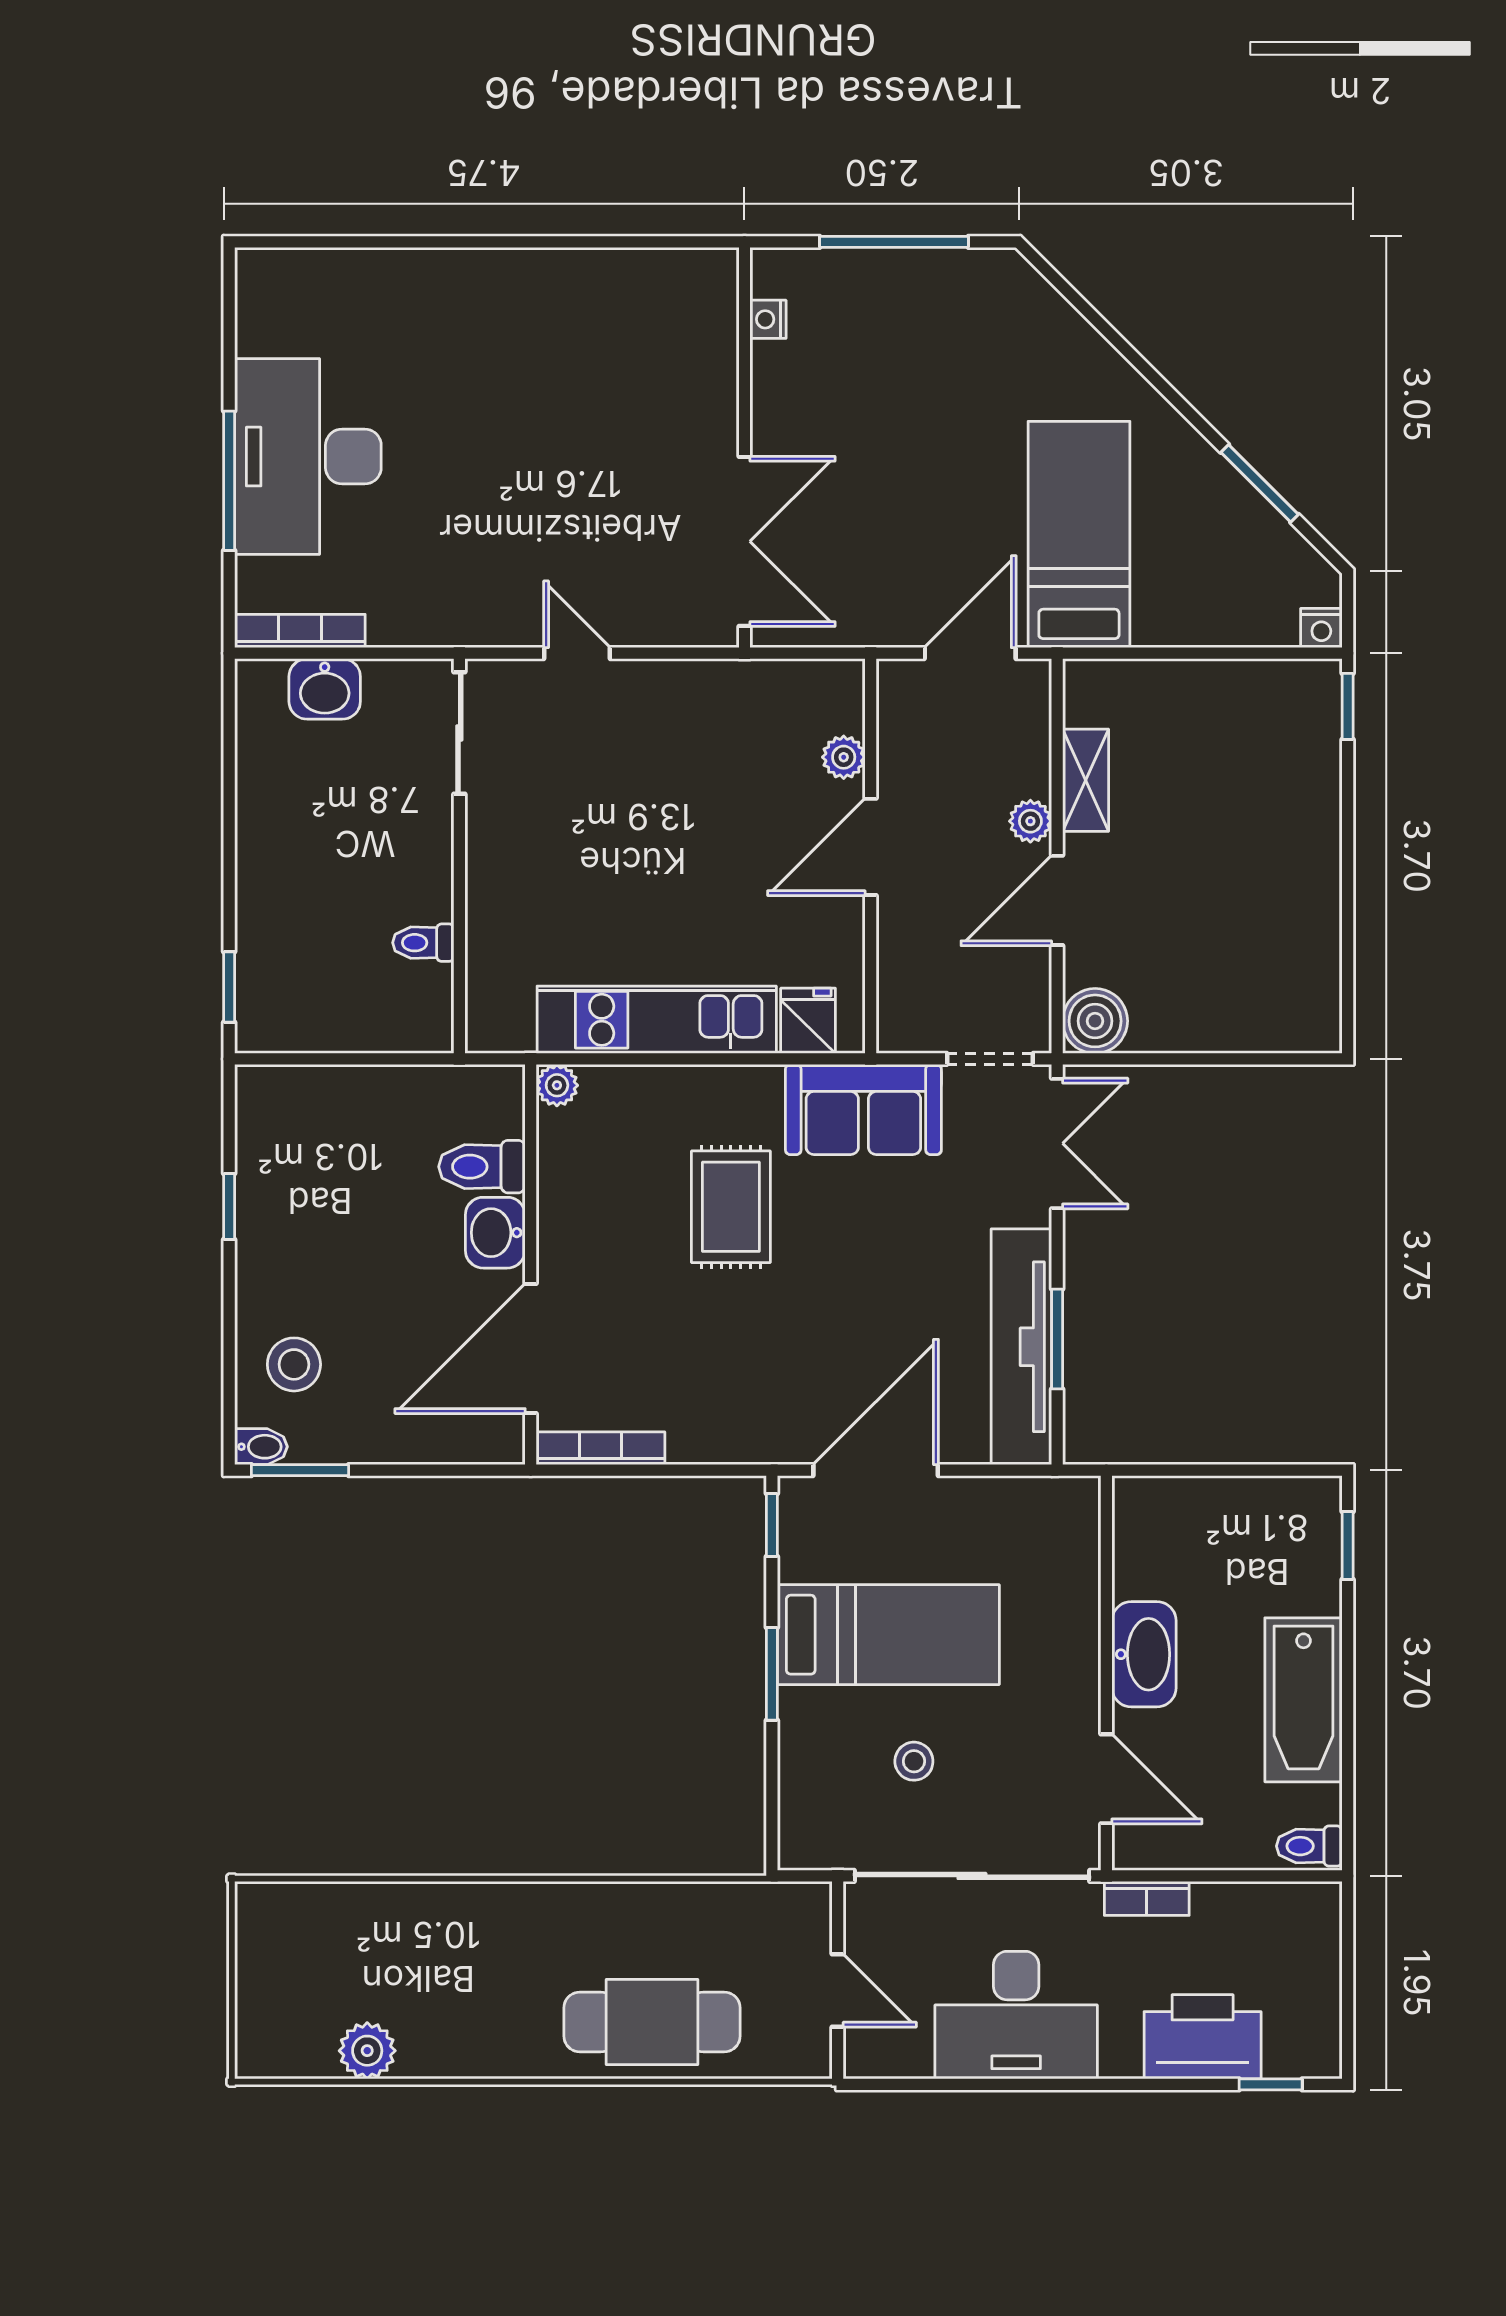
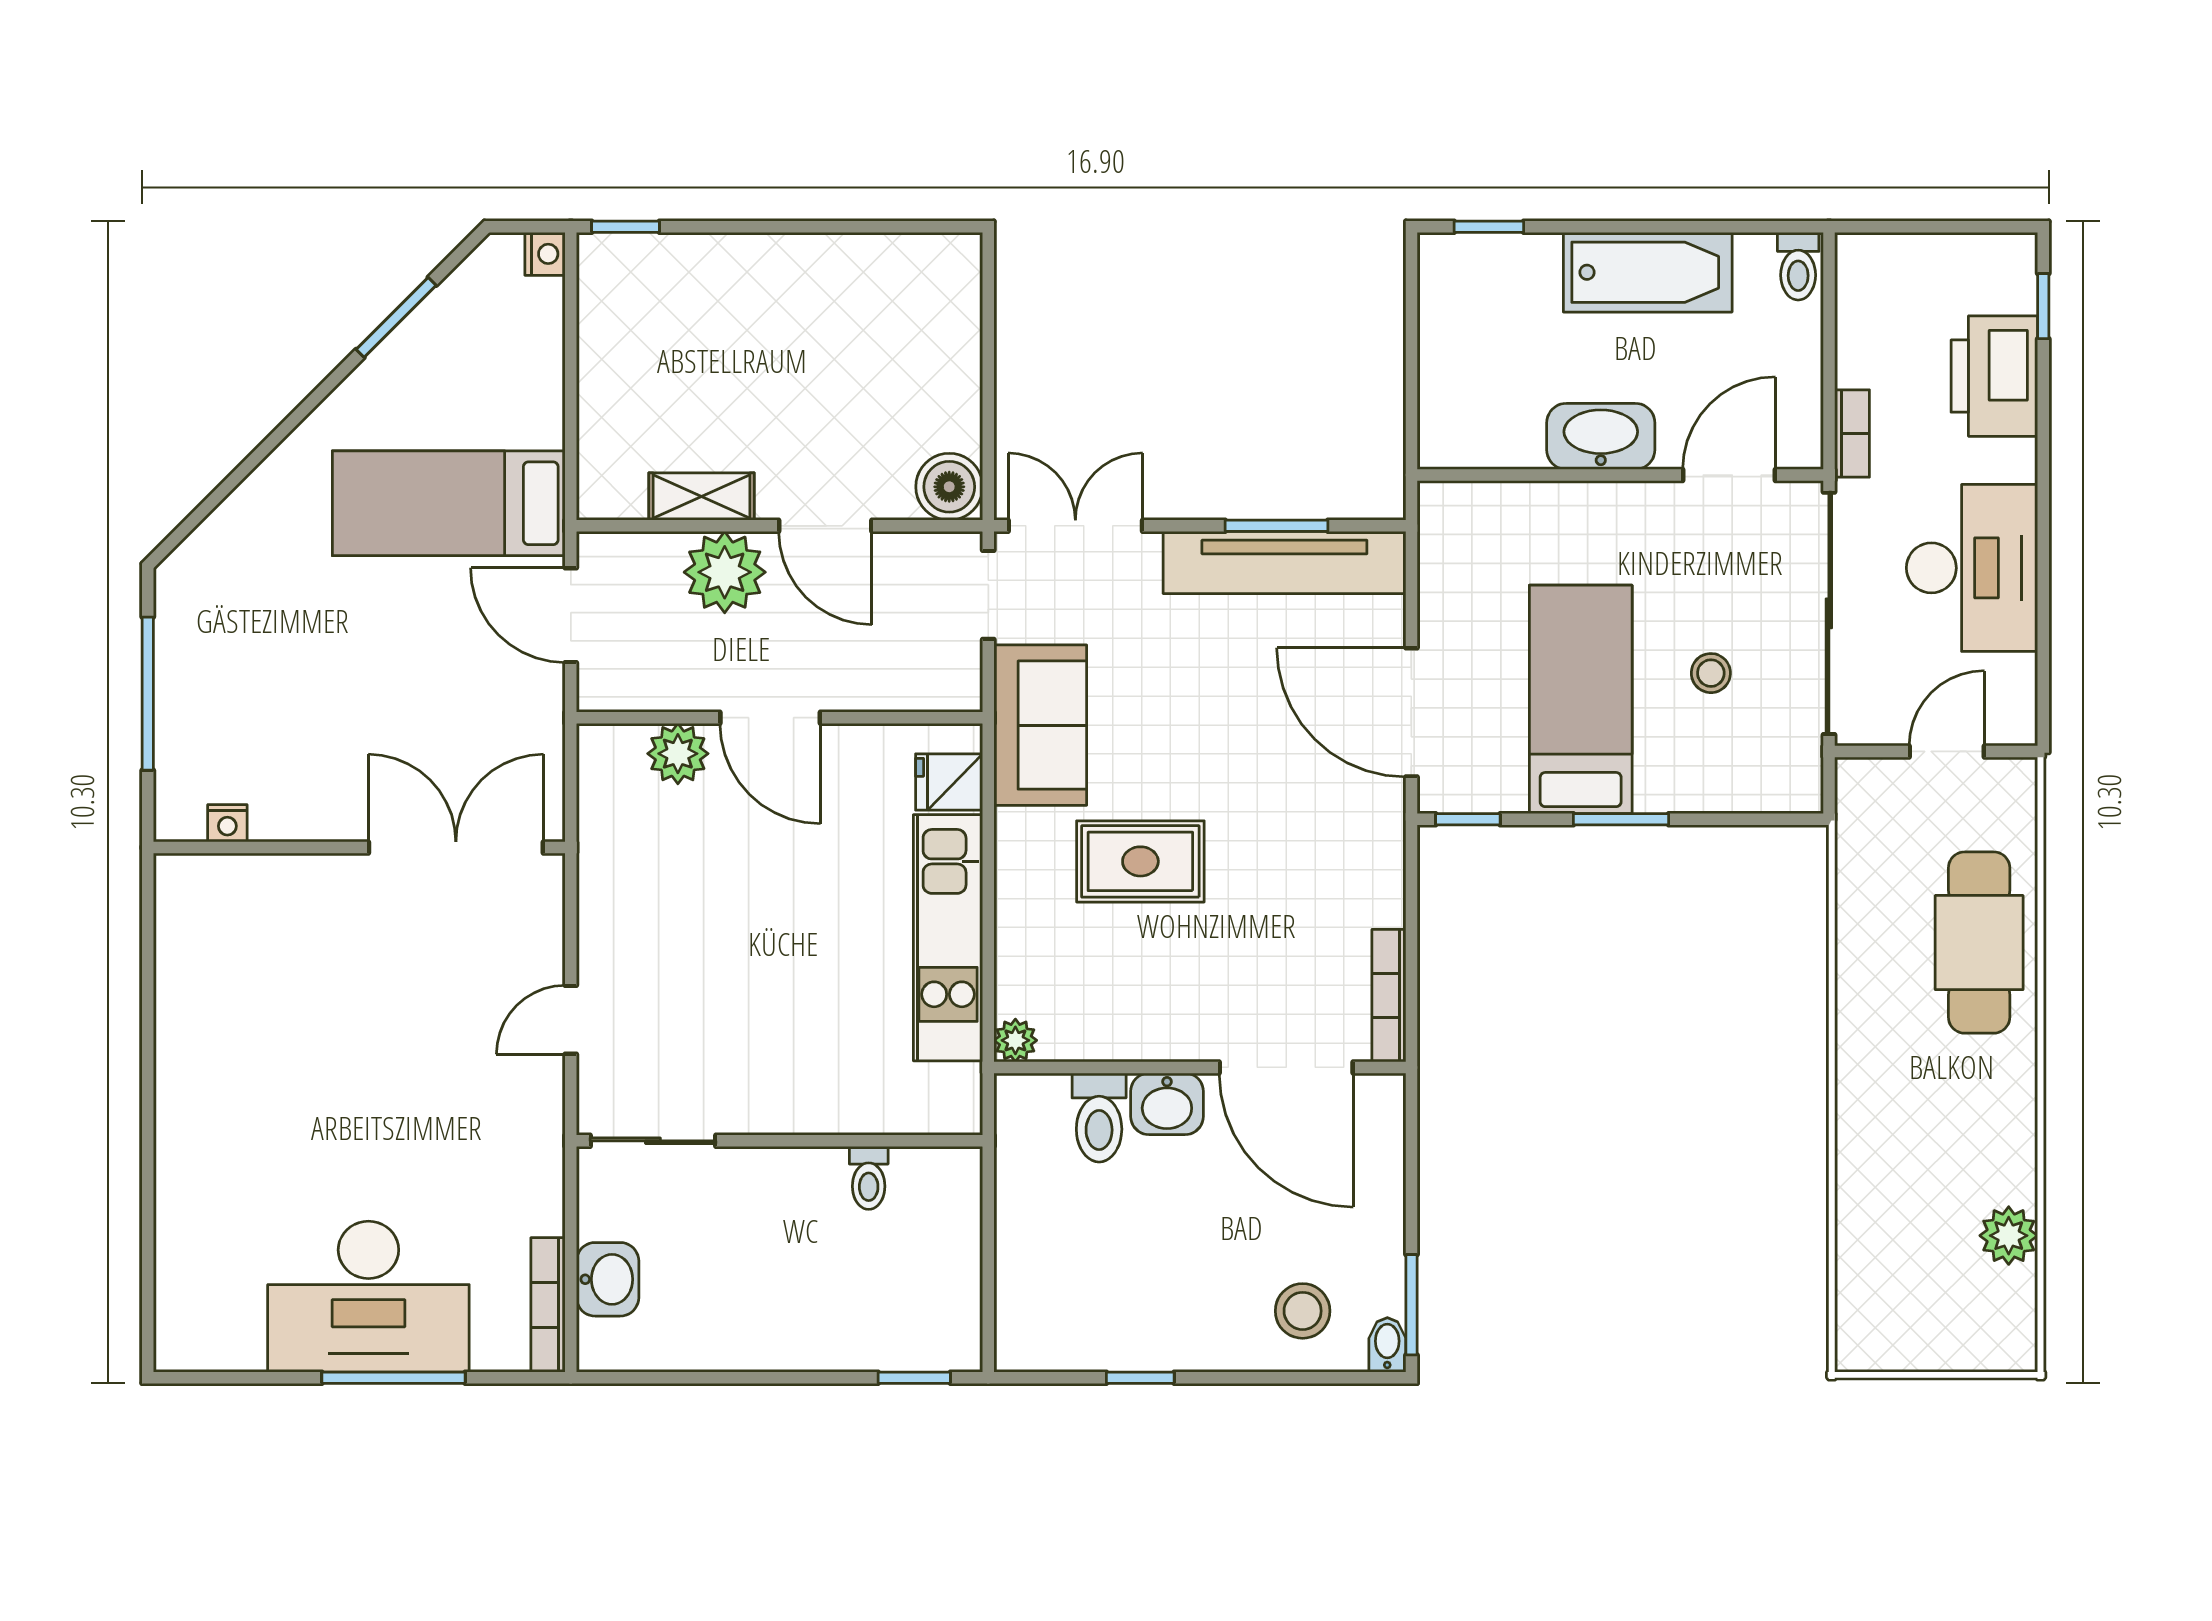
plant: (844, 757) -> (678, 754), width x1.38, depth x1.38
plant: (1030, 821) -> (725, 572), width x1.88, depth x1.88

